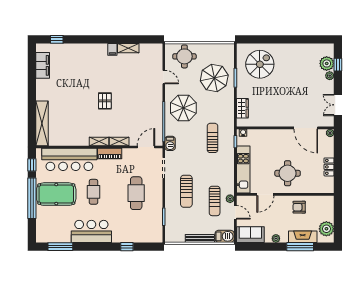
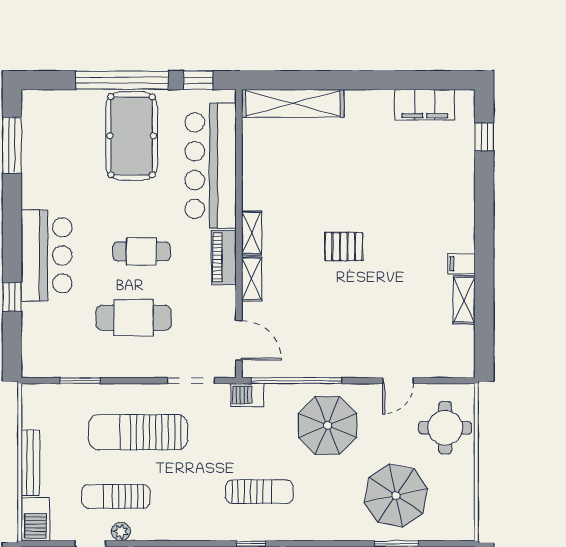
sun lounger: (186, 191) -> (138, 432), width x1.36, depth x1.34
cafe table: (93, 192) -> (142, 251), moved
bar counter: (91, 231) -> (47, 255), moved

